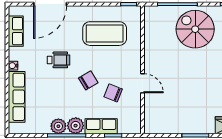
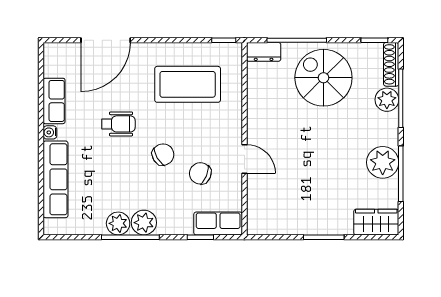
dresser: (155, 12) -> (264, 52), added
row of seats: (16, 31) -> (54, 101), moved
row of seats: (101, 126) -> (218, 223), moved

